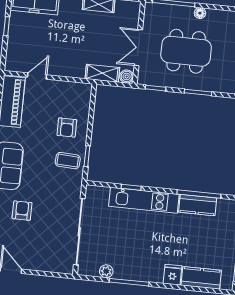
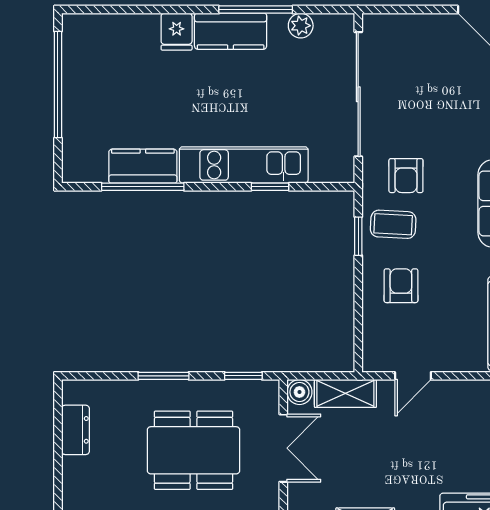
door: (37, 76) -> (413, 376), moved
armchair: (22, 211) -> (406, 176), moved
kitchen counter: (201, 278) -> (231, 31), moved

